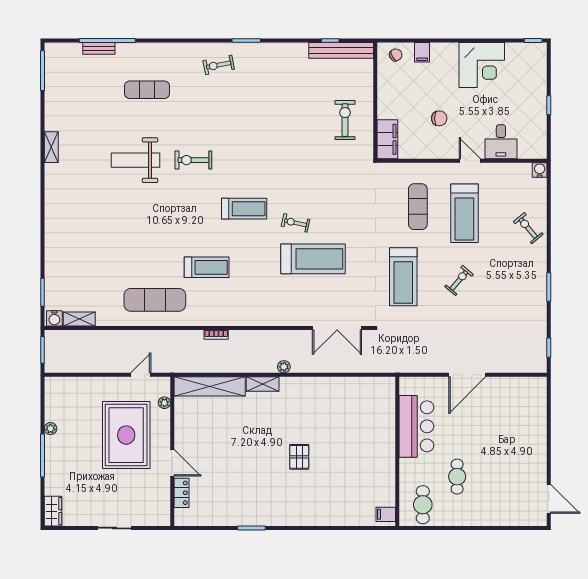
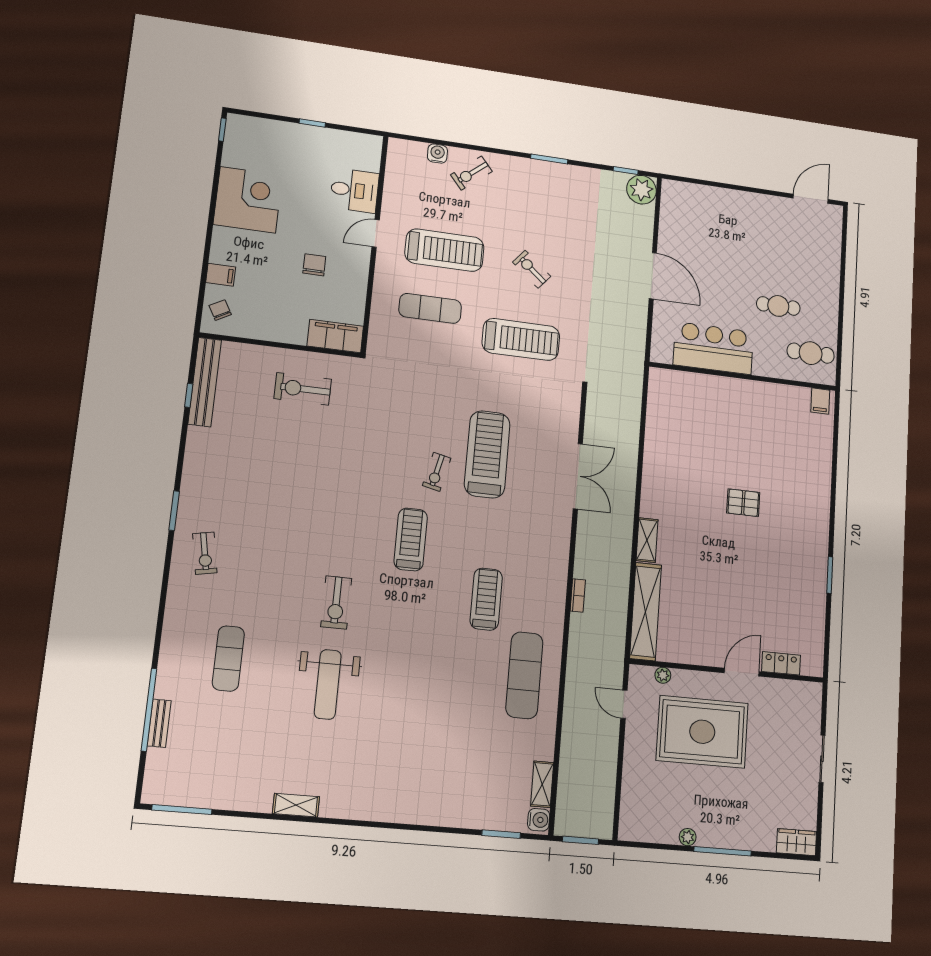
water cooler: (540, 170) -> (437, 154), moved, turned 90
double door: (337, 328) -> (578, 476), moved
plant: (284, 367) -> (642, 190), moved, width x1.87, depth x1.87

